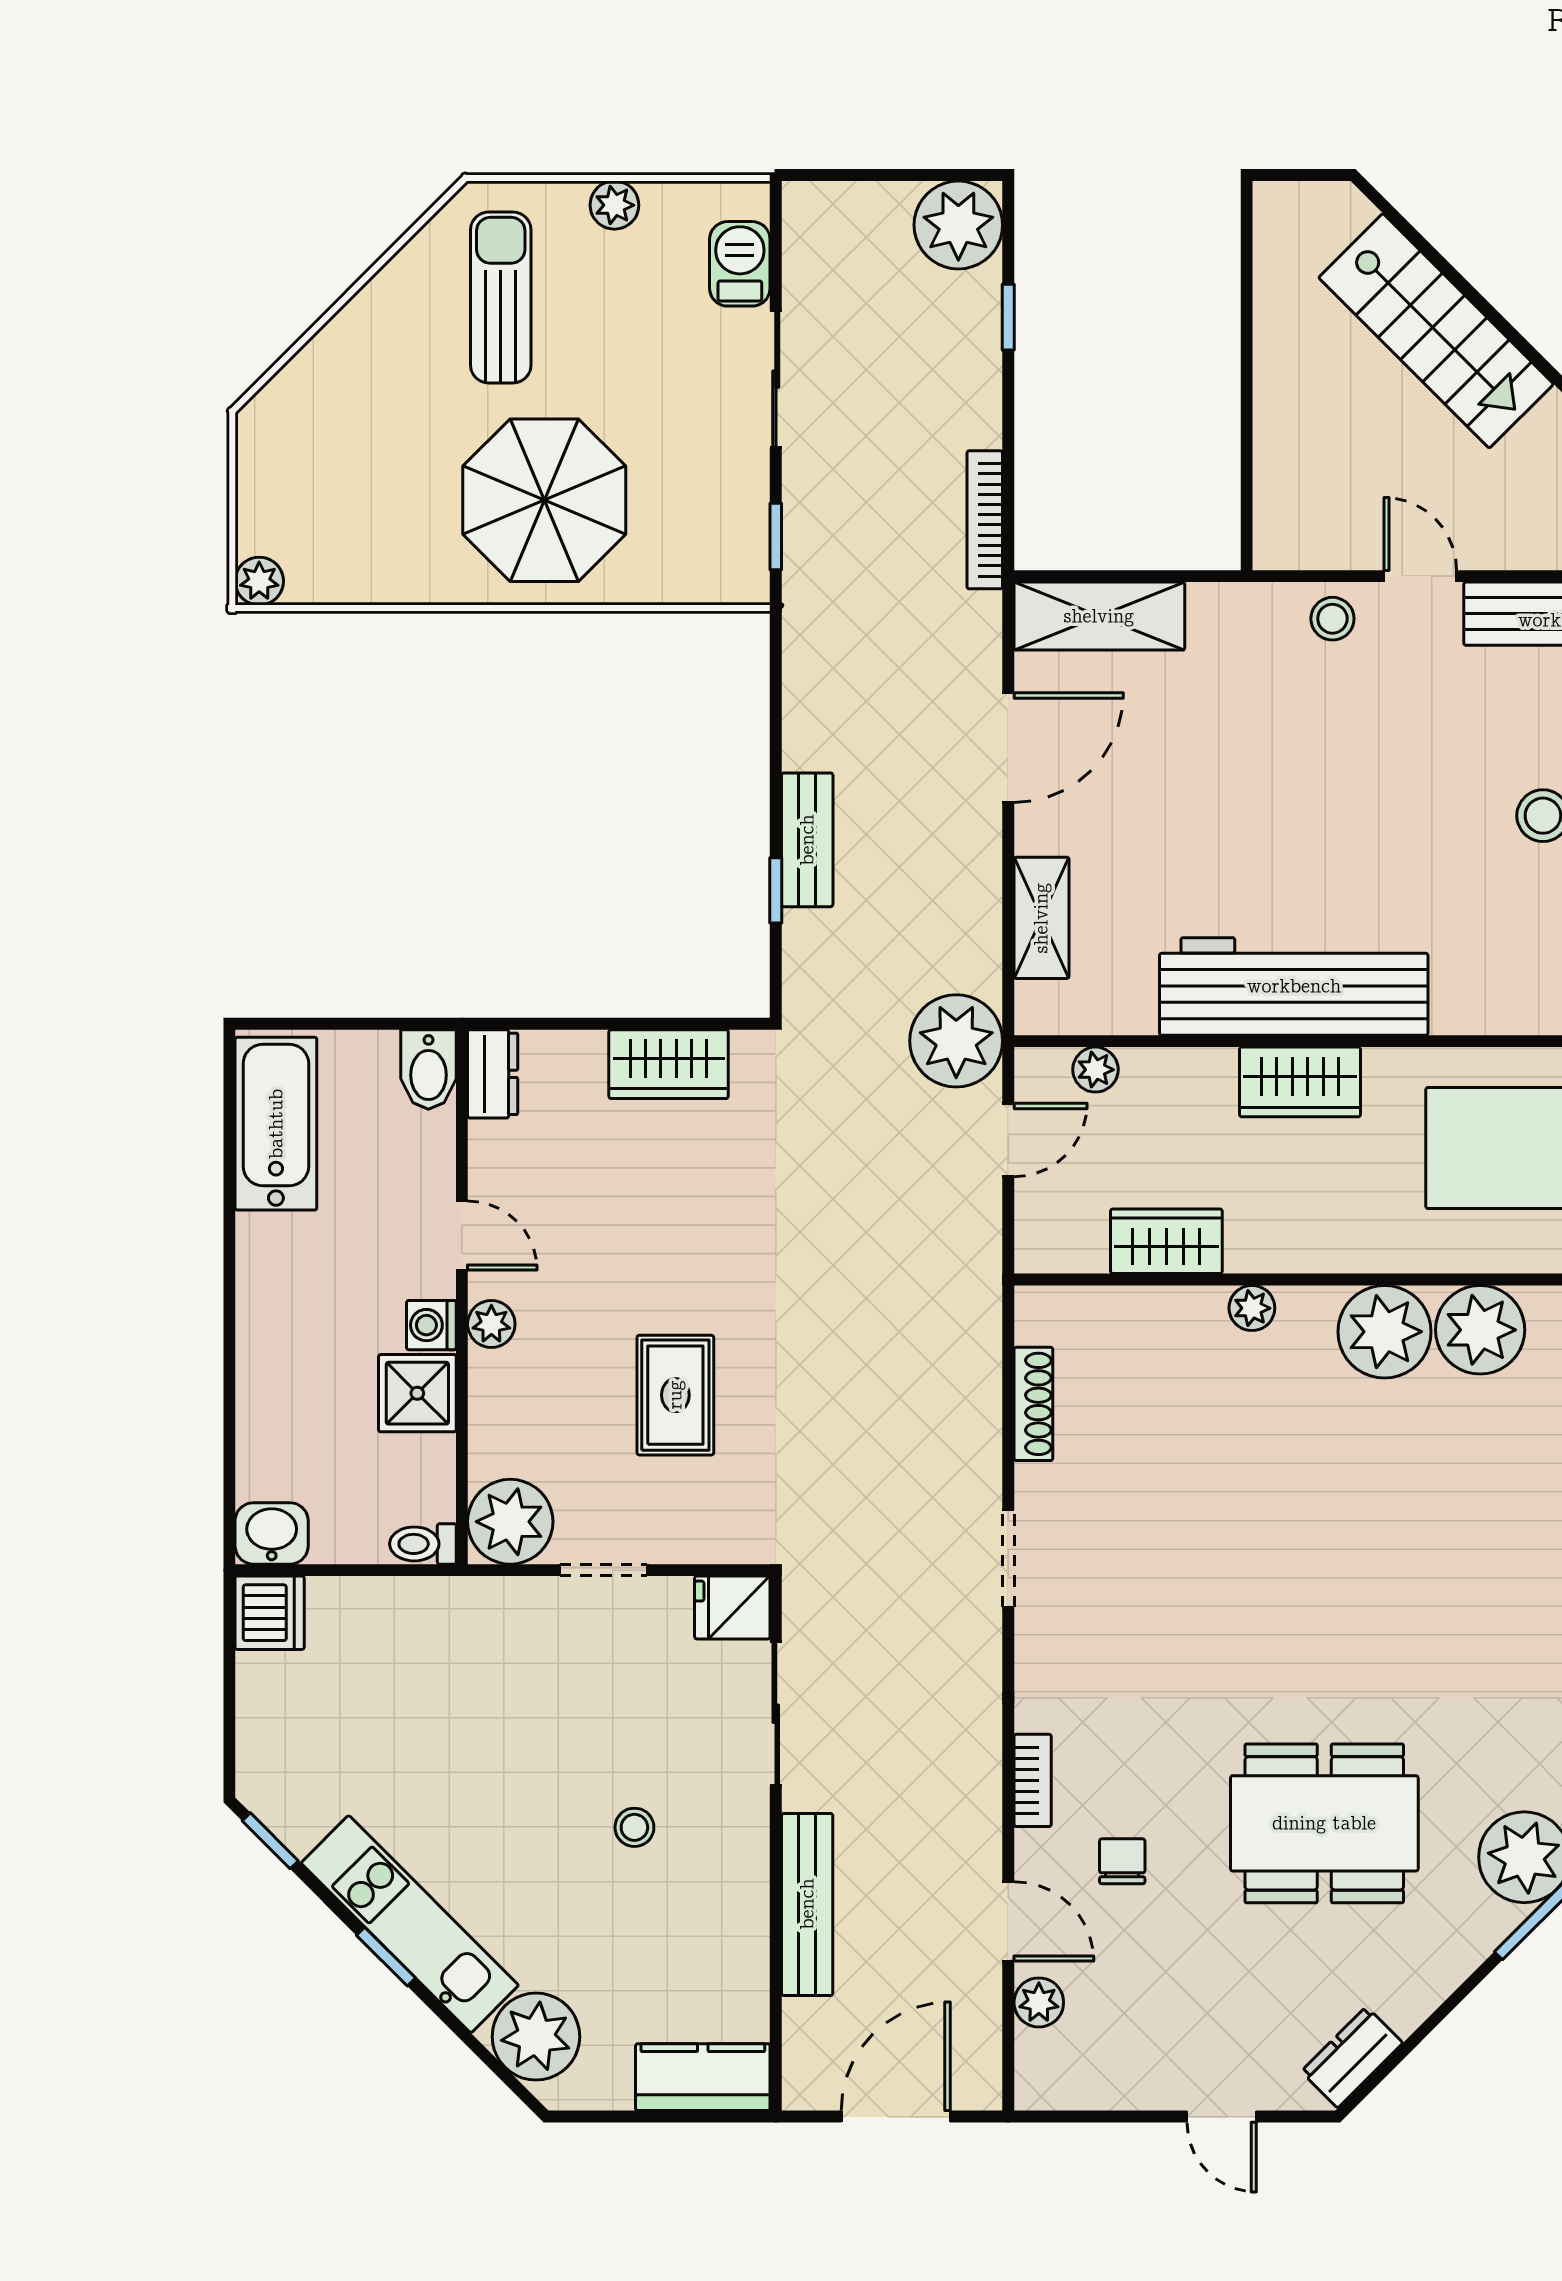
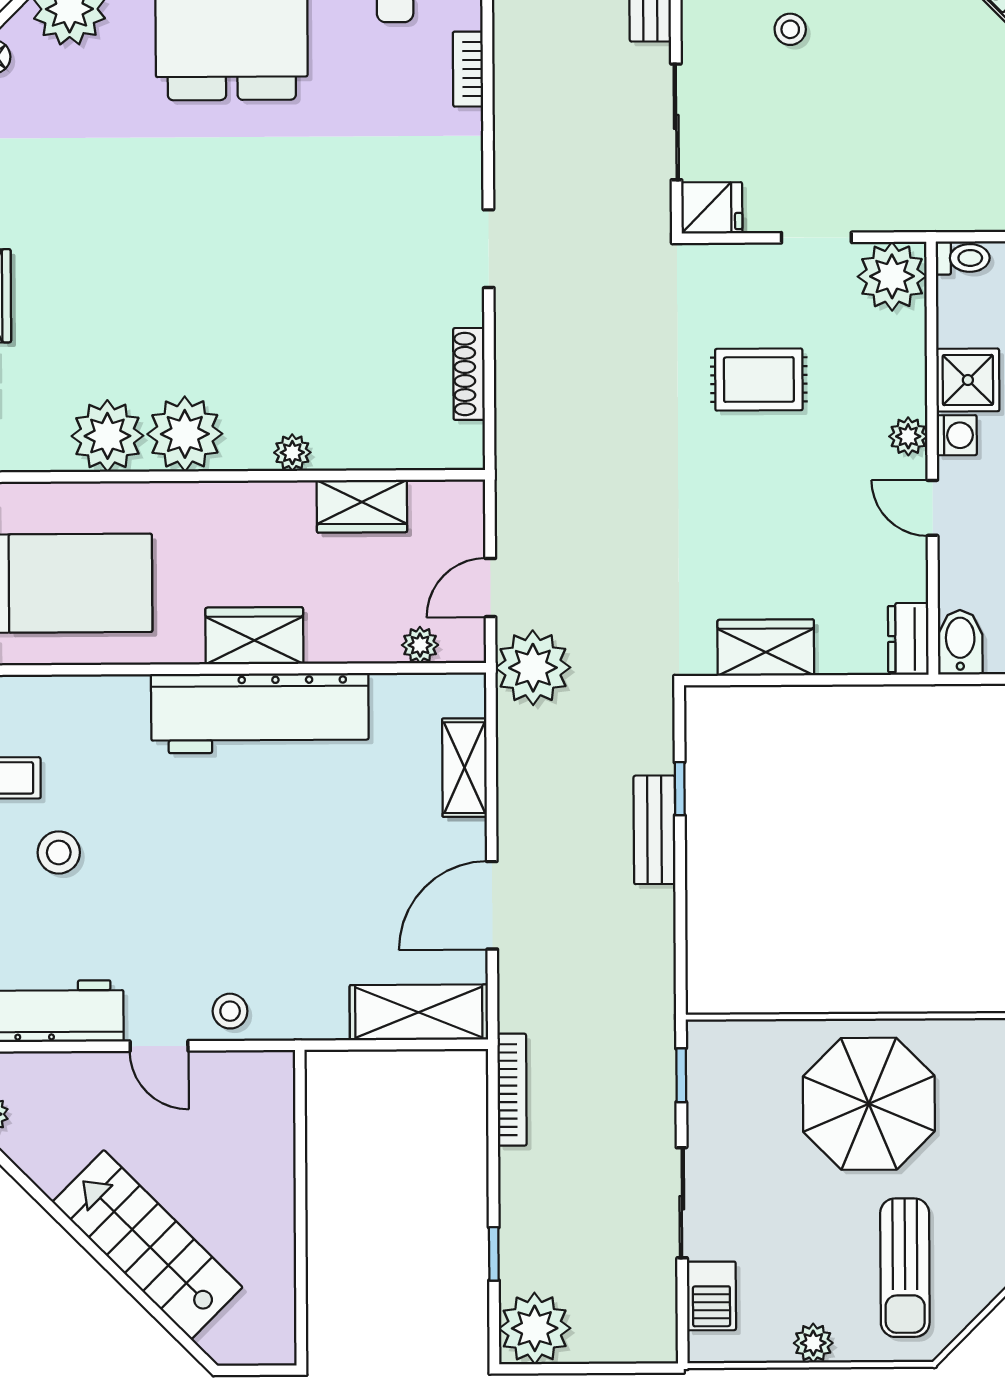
rug: (675, 1395) -> (759, 380), turned 90

